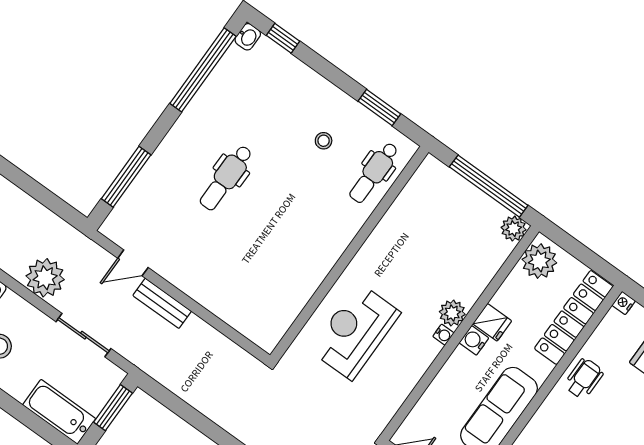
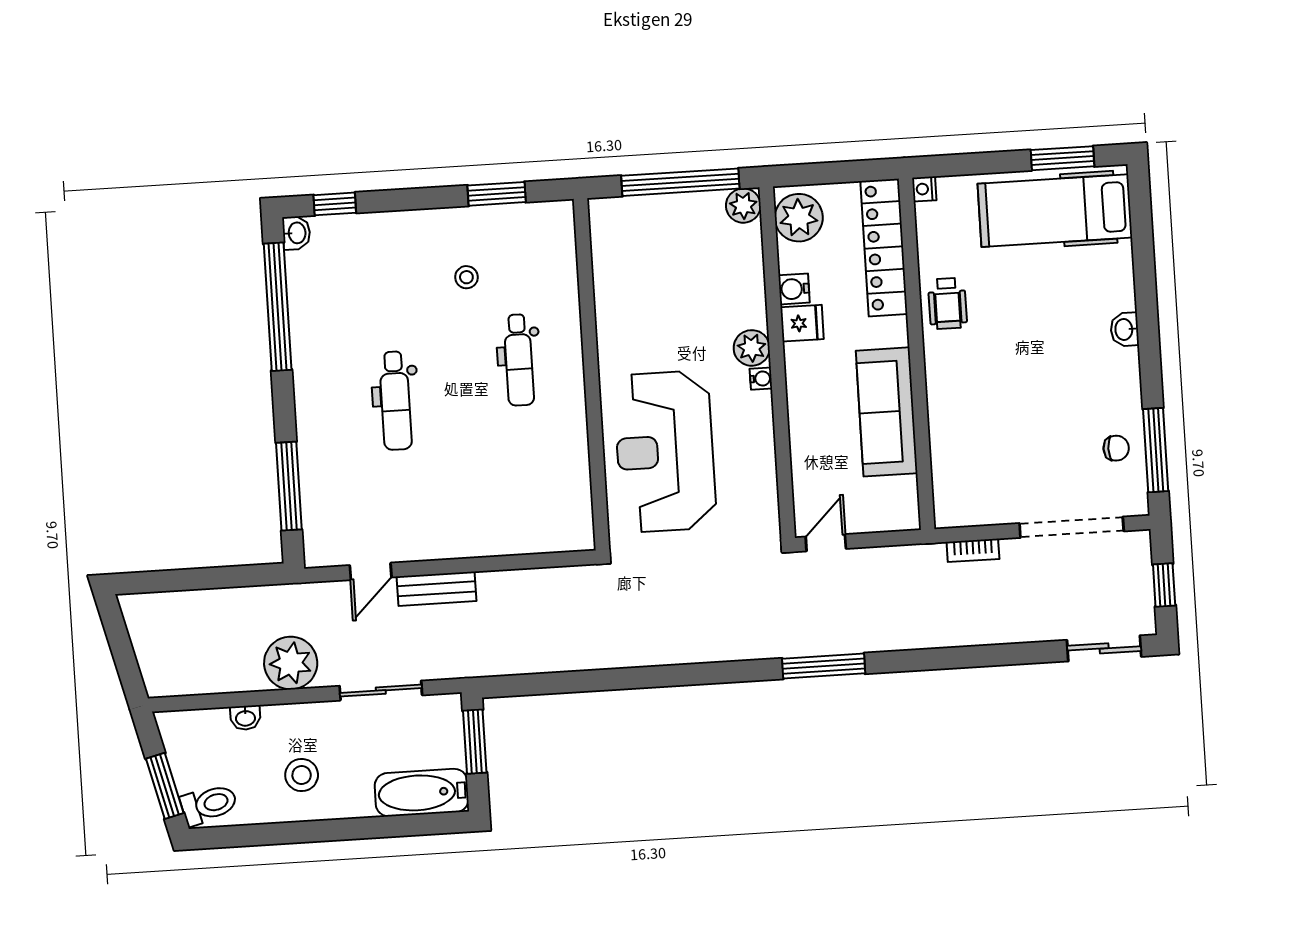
dental chair: (374, 173) -> (519, 360), moved
reception desk: (355, 332) -> (665, 452), width x1.36, depth x1.30
water cooler: (474, 340) -> (794, 289), moved
wheelchair: (584, 379) -> (947, 303), turned 180

